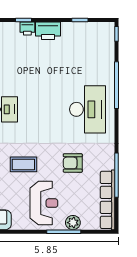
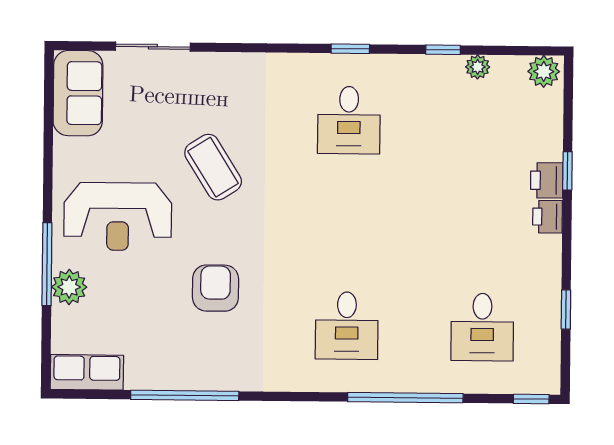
printer: (48, 31) -> (548, 217), width x0.53, depth x0.68
desk: (87, 54) -> (482, 327), added
desk: (87, 109) -> (347, 326), width x0.53, depth x0.77
coffee table: (23, 164) -> (213, 167), turned -32
row of seats: (108, 200) -> (87, 372), width x0.50

